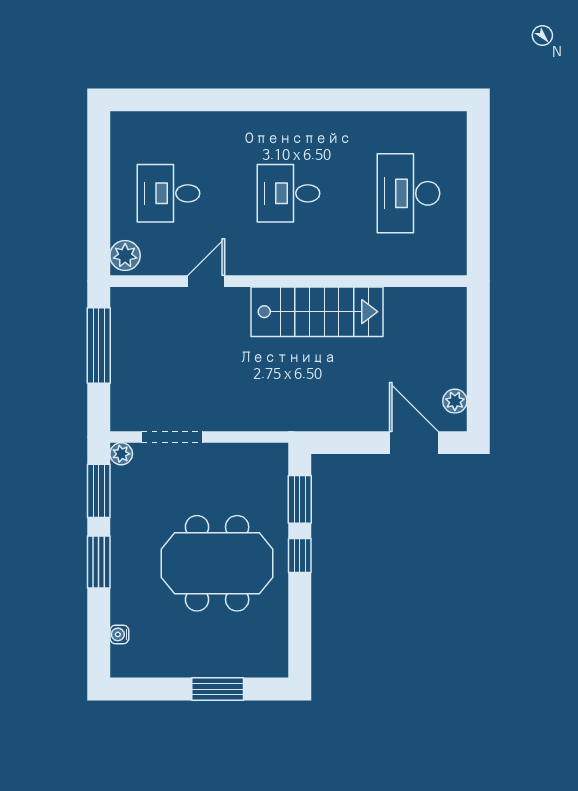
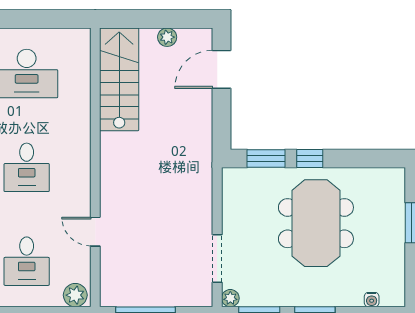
stairs: (317, 312) -> (119, 79), moved
plant: (455, 401) -> (167, 37), moved

